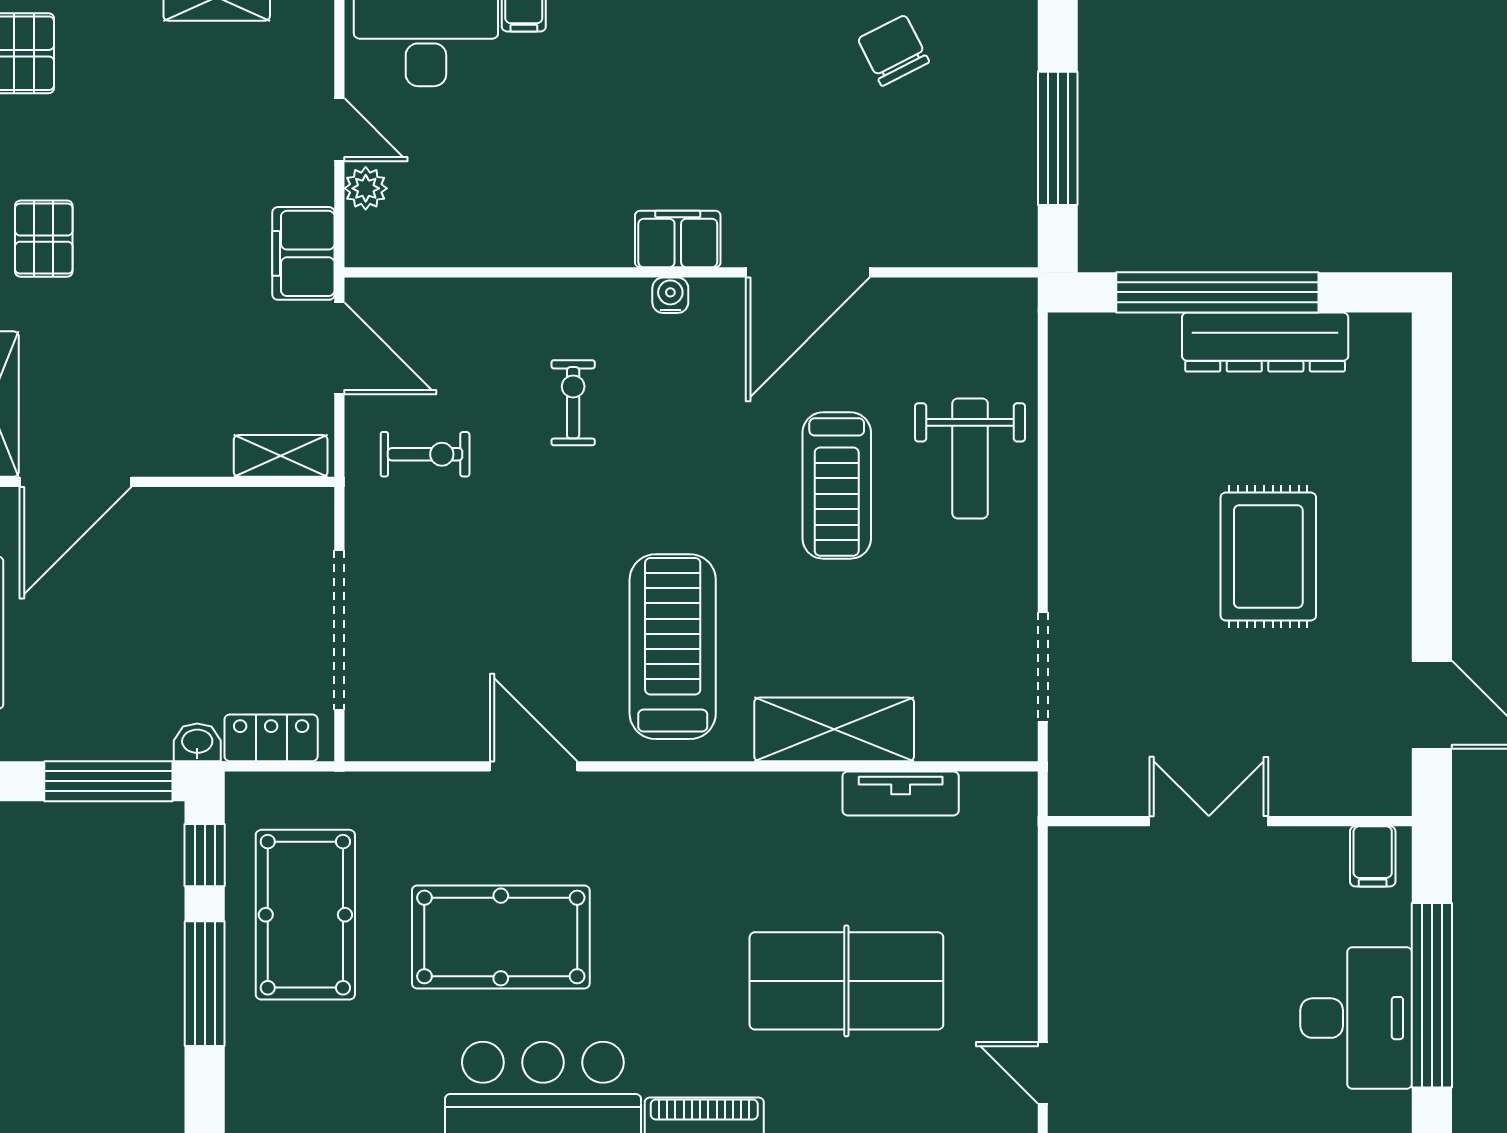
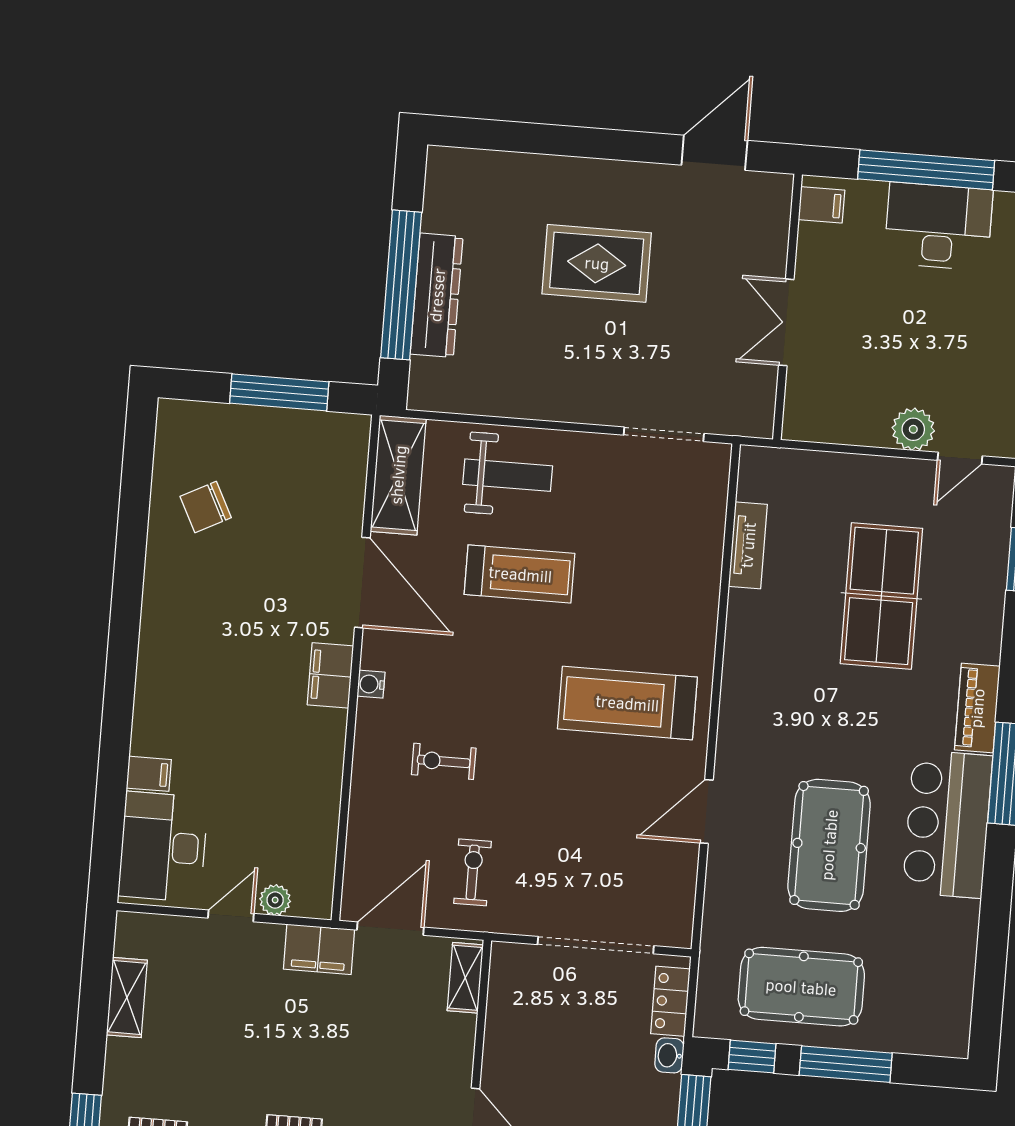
dresser: (1265, 342) -> (437, 295), moved
shelving: (834, 729) -> (398, 475), moved
plant: (1077, 1006) -> (913, 429), added

